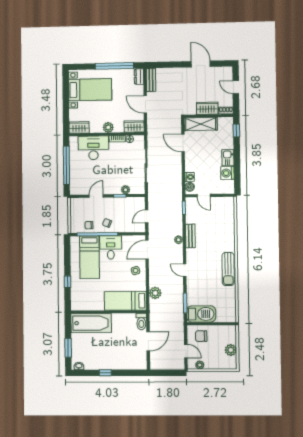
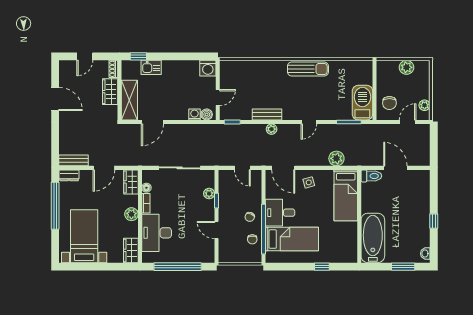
door: (201, 64) -> (55, 99), swing flipped
kitchen sink: (228, 158) -> (151, 67), moved
washing machine: (227, 173) -> (208, 68), moved

